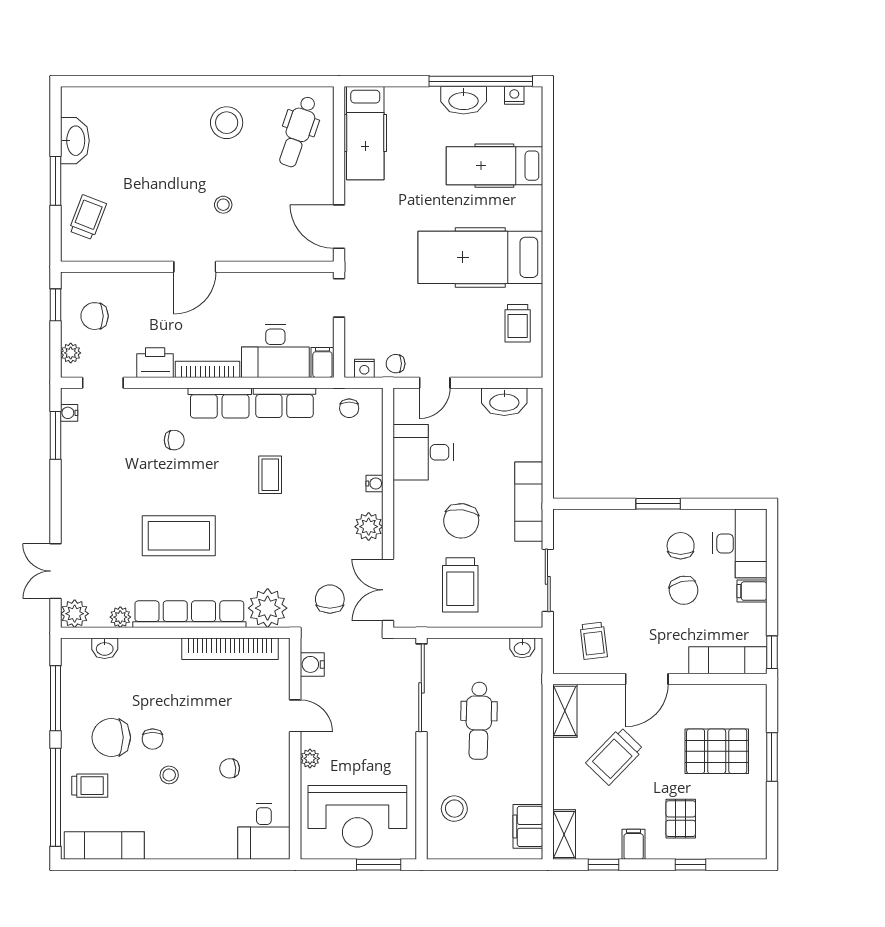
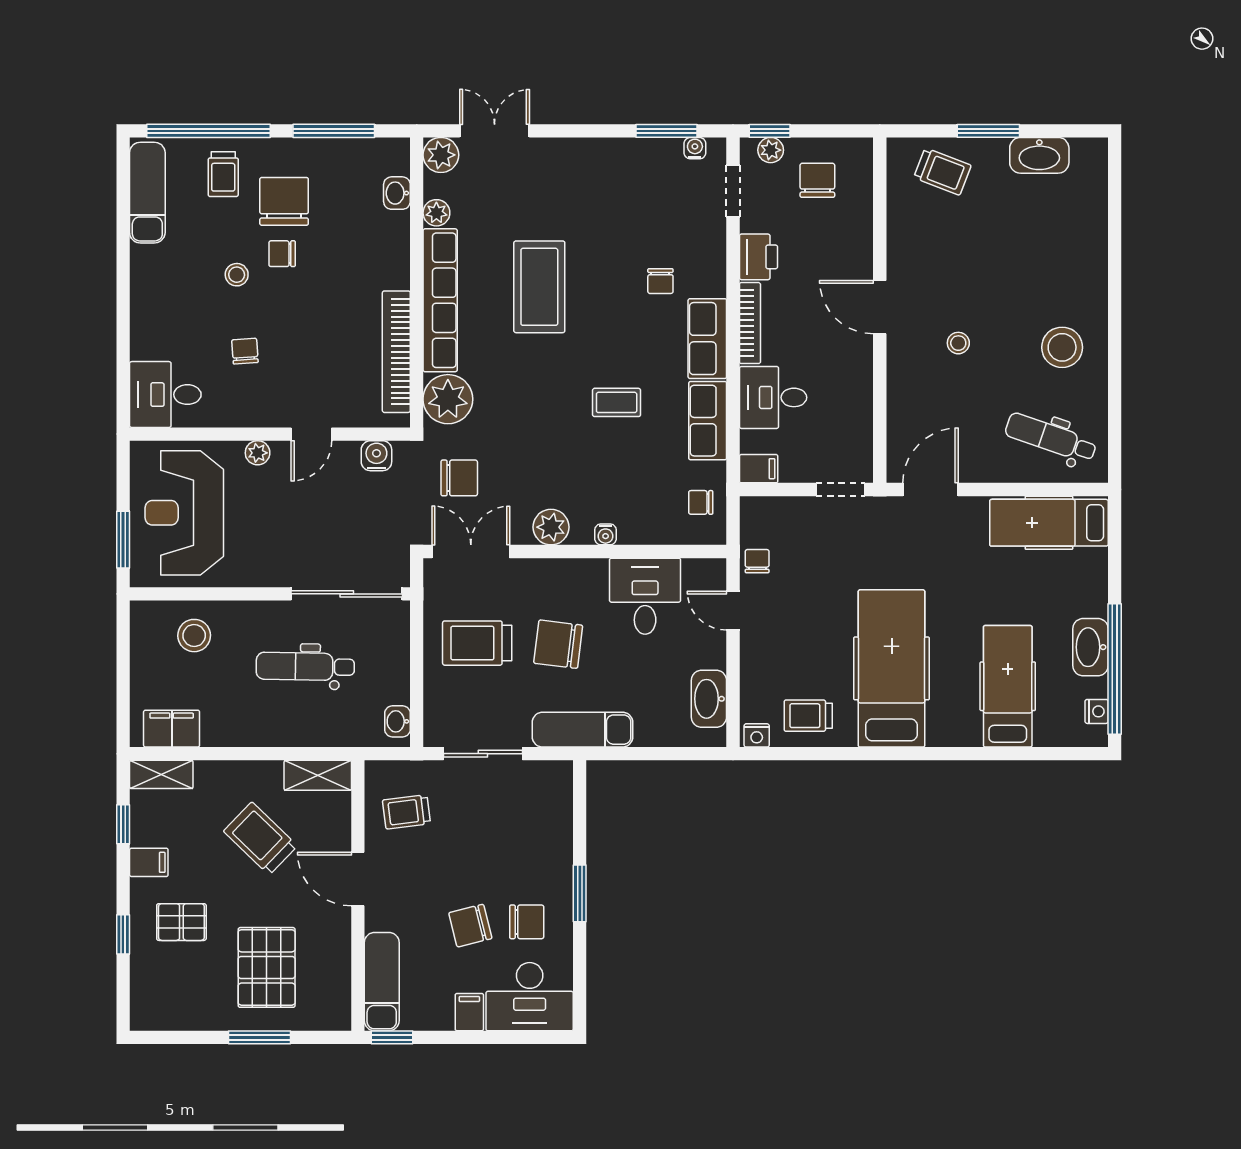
window: (55, 305) -> (770, 131), moved
desk: (275, 351) -> (773, 397), width x0.73
nightstand: (364, 368) -> (757, 735), moved, turned -90

